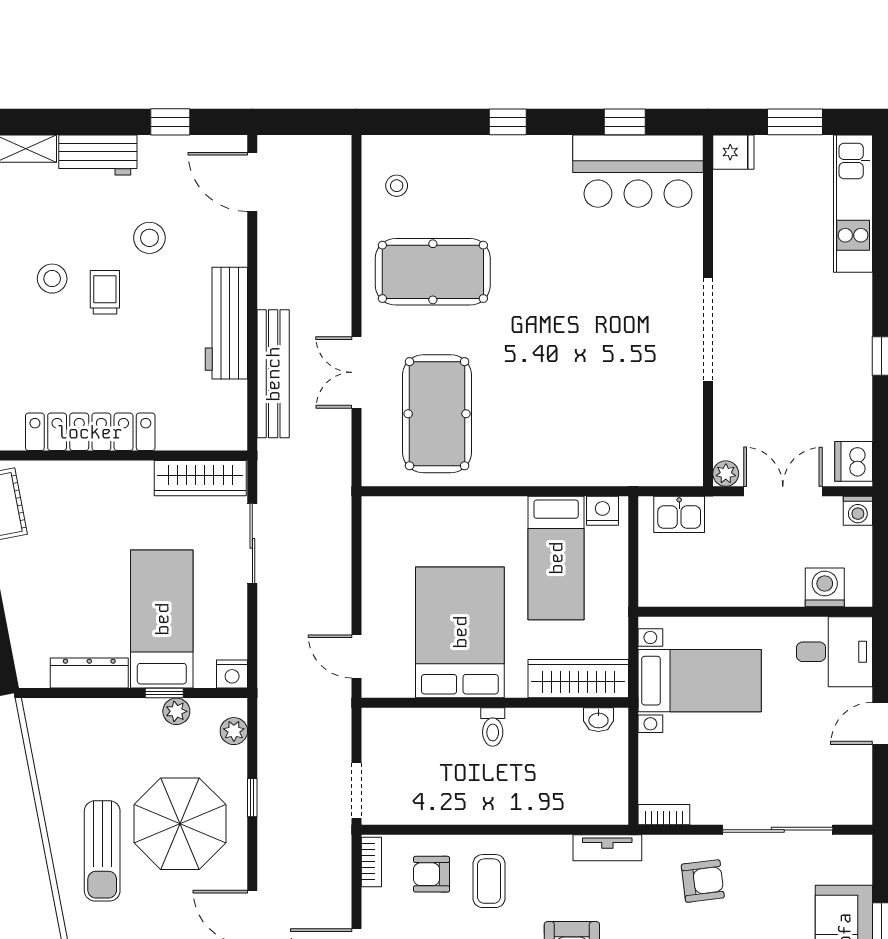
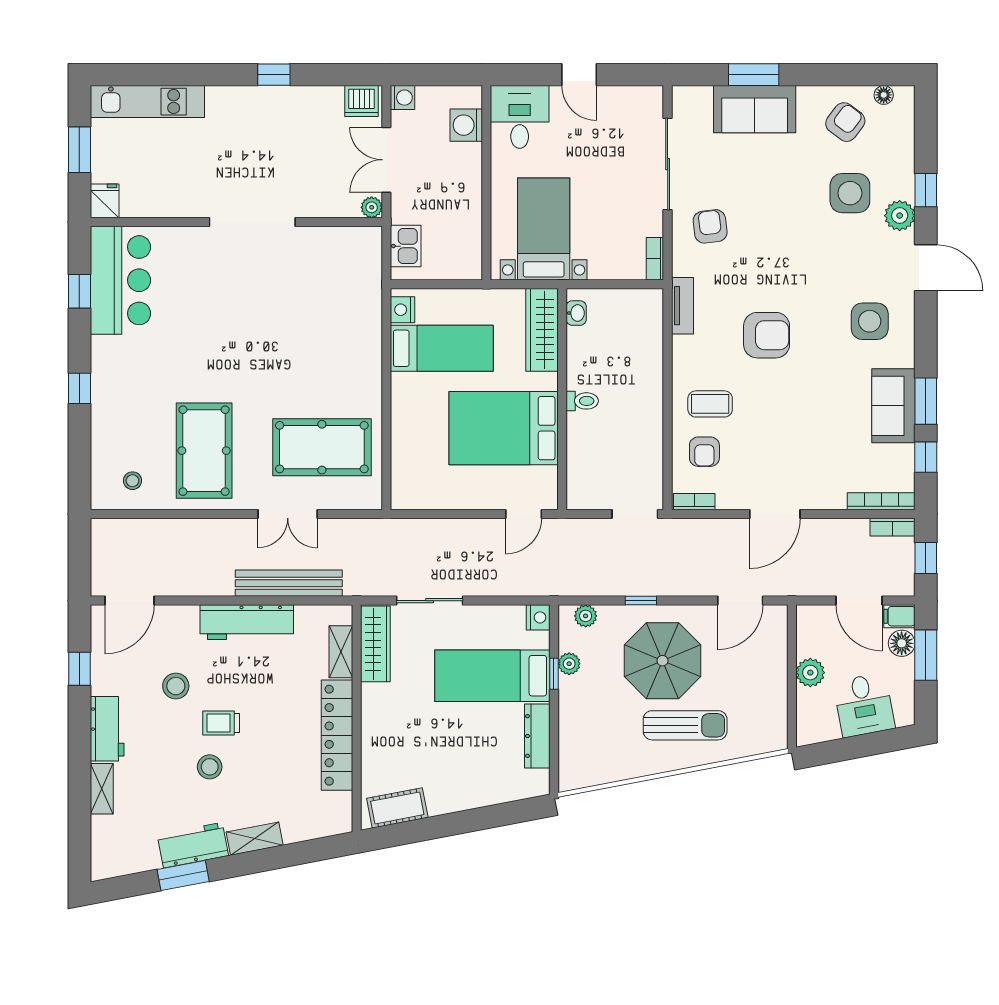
shelving: (191, 436) -> (341, 652), added

